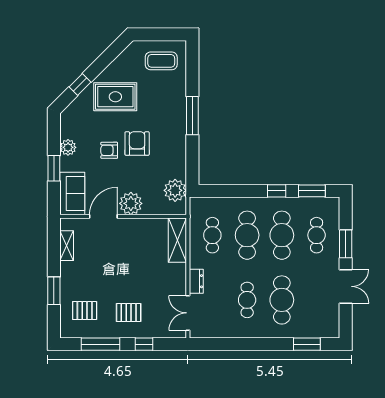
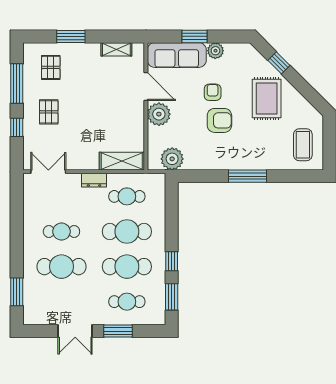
sofa: (72, 193) -> (177, 55), width x1.36
dresser: (196, 281) -> (94, 180), moved

